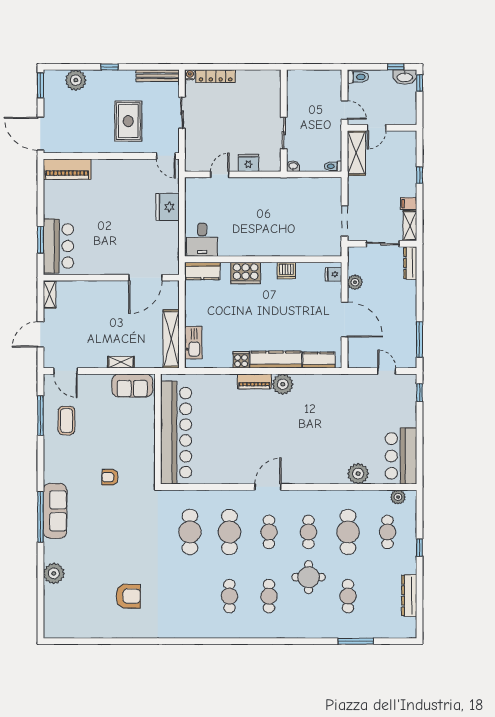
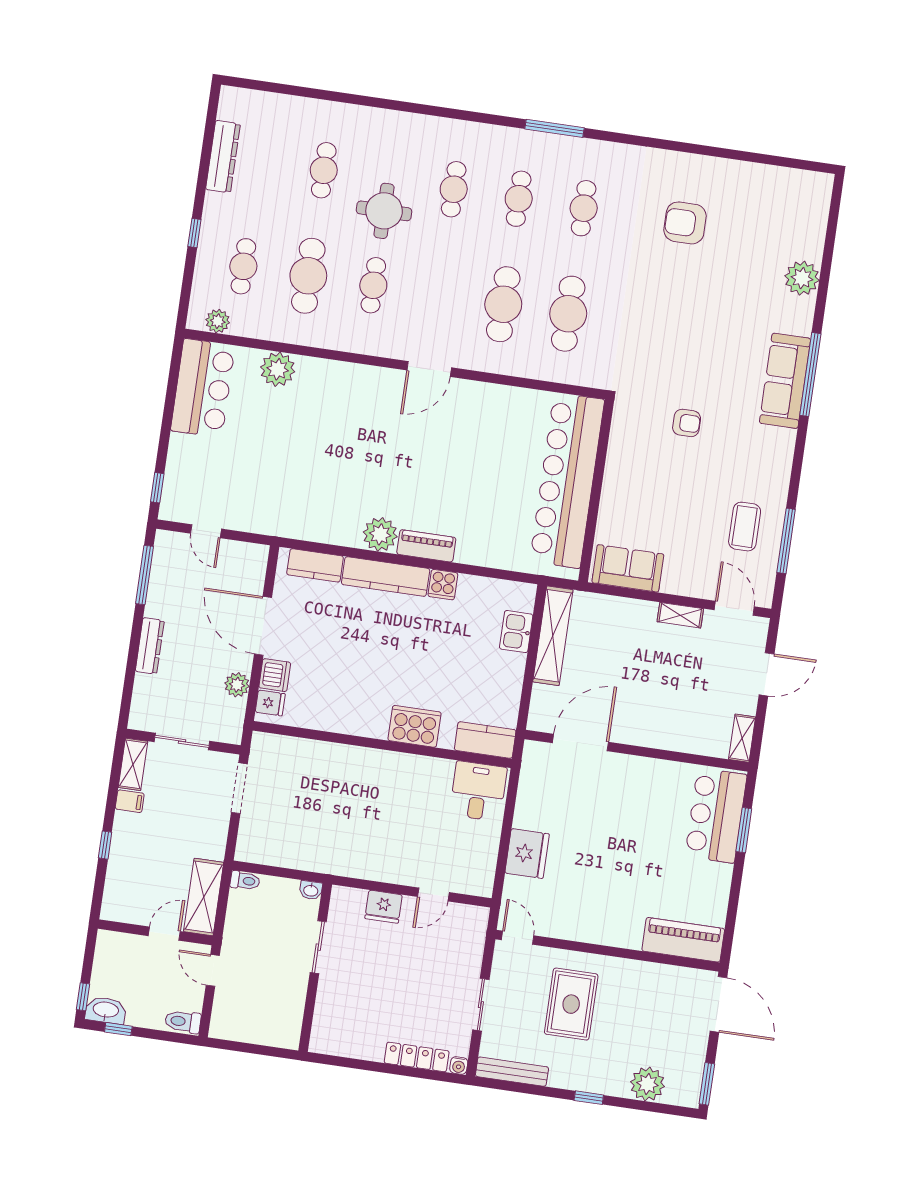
dresser: (410, 263) -> (150, 646), moved
dishwasher: (286, 271) -> (275, 675), moved, turned 90
kitchen sink: (193, 343) -> (516, 632), width x0.73
shelving: (121, 362) -> (680, 615), moved
cafe table: (269, 532) -> (584, 208), moved
window: (356, 641) -> (554, 128), moved

